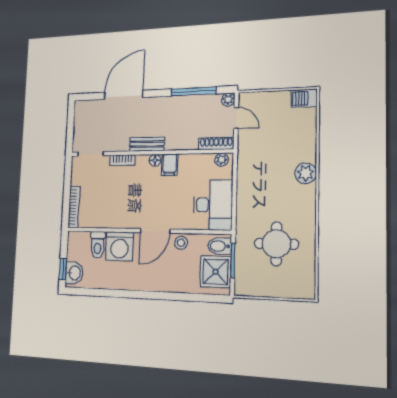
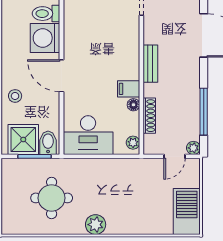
barbecue: (304, 98) -> (187, 211), width x1.88, depth x1.53
shoe rack: (216, 144) -> (149, 116), moved
bookcase: (122, 160) -> (134, 37), removed
floor lamp: (155, 160) -> (133, 105), moved
plant: (306, 173) -> (96, 225), moved
stool: (181, 243) -> (15, 96), moved

